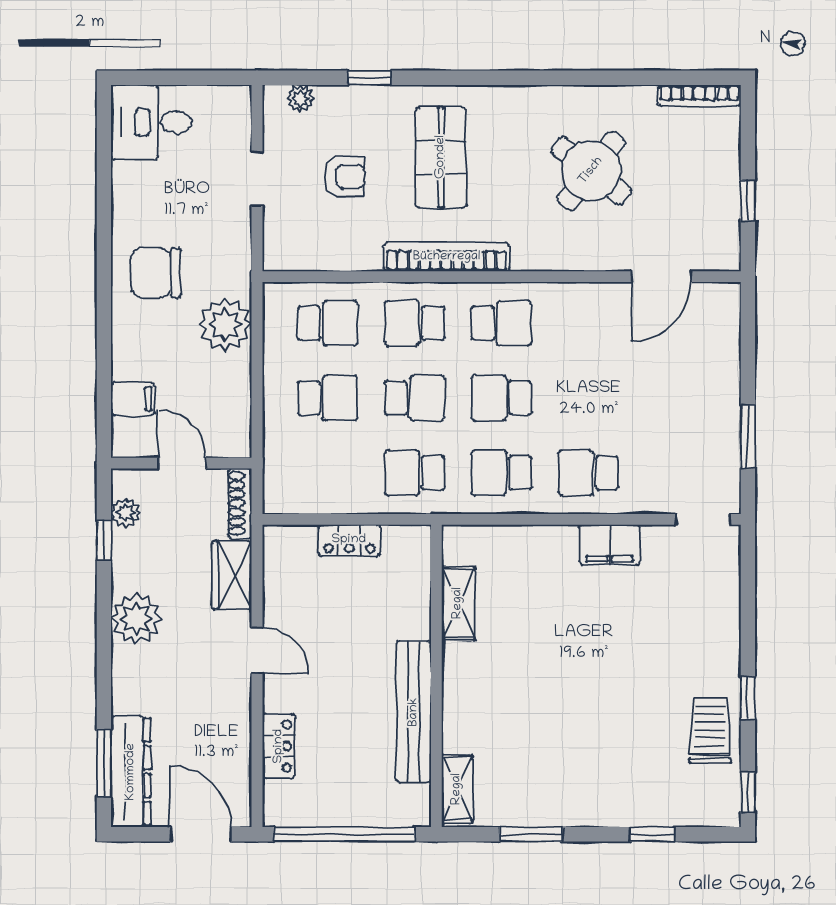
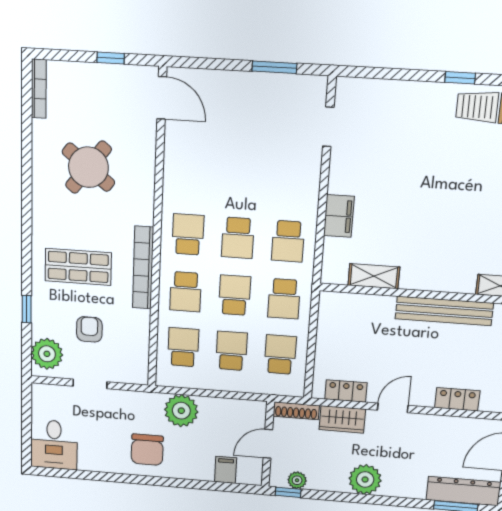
plant: (300, 98) -> (47, 354), width x1.87, depth x1.87
door: (661, 277) -> (162, 98), moved
school desk: (589, 473) -> (280, 355), moved, turned 180
doorway: (703, 519) -> (328, 127), moved
locker: (349, 540) -> (346, 391), moved, turned -90
window: (104, 541) -> (288, 492), moved
filing cabinet: (610, 545) -> (339, 216), moved

